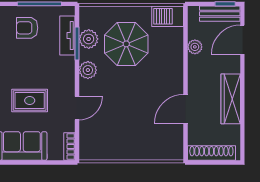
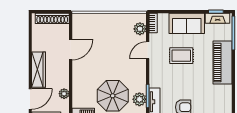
plant: (88, 70) -> (140, 29), moved
wardrobe: (231, 99) -> (39, 70), moved

